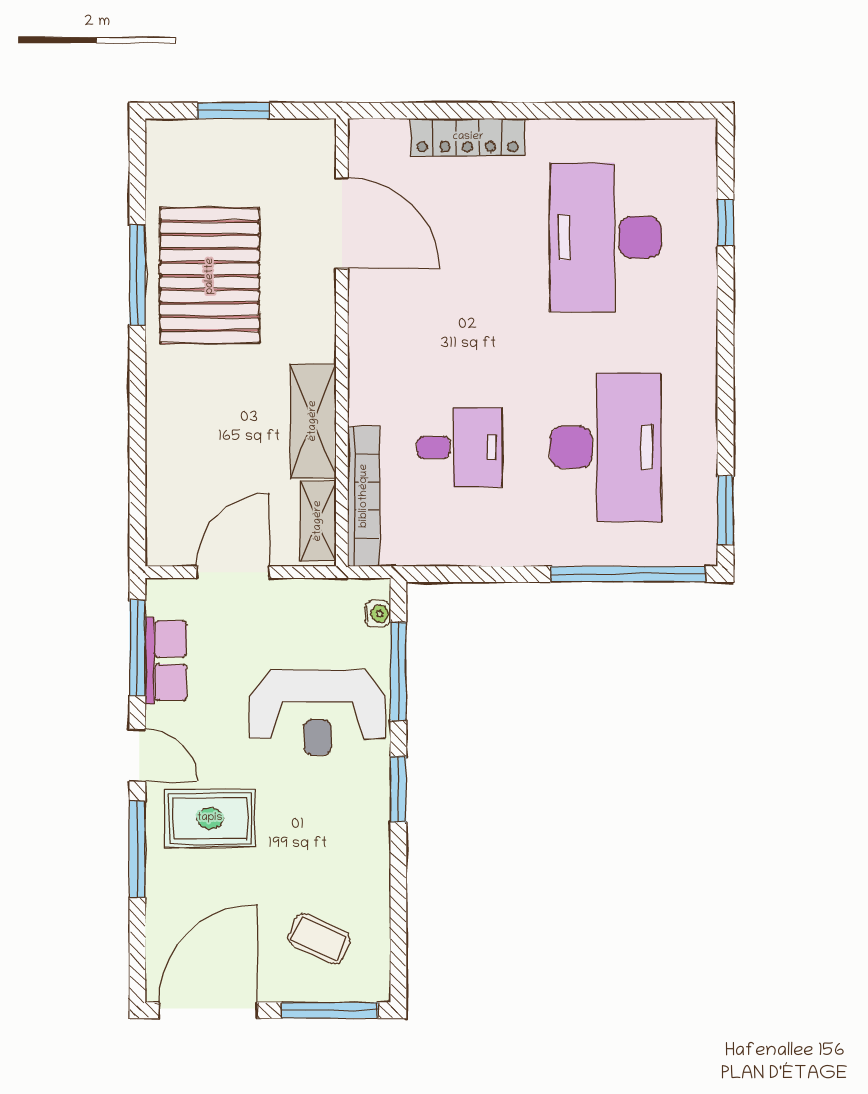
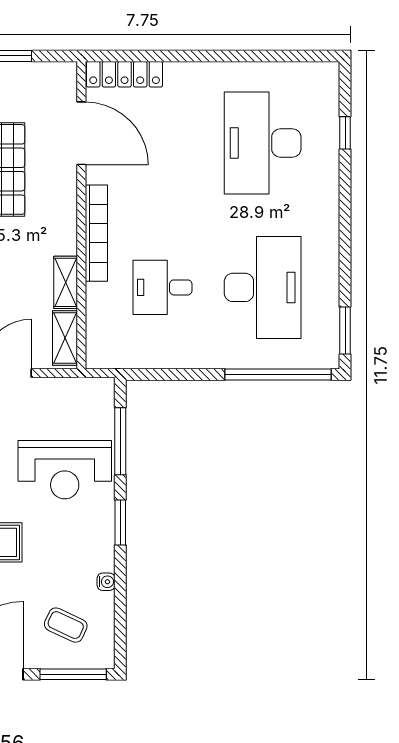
locker: (468, 137) -> (125, 74), moved
shelving: (313, 421) -> (66, 282), width x0.67, depth x0.75
desk: (460, 447) -> (162, 287), turned 180
bookcase: (364, 496) -> (96, 233), moved
water cooler: (378, 614) -> (106, 582), moved

